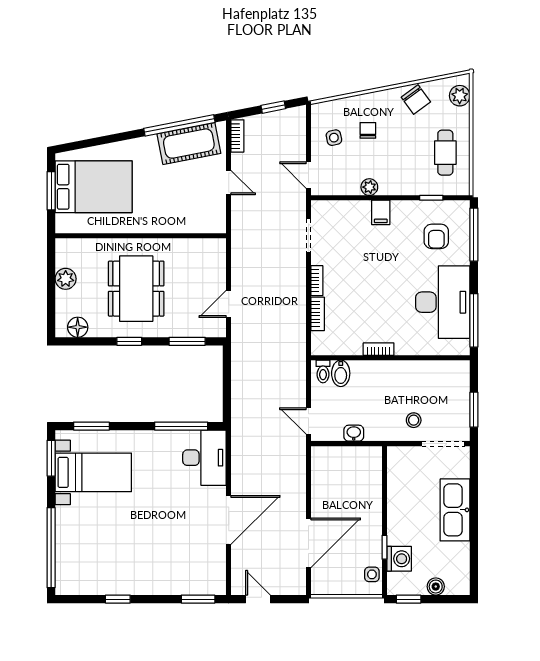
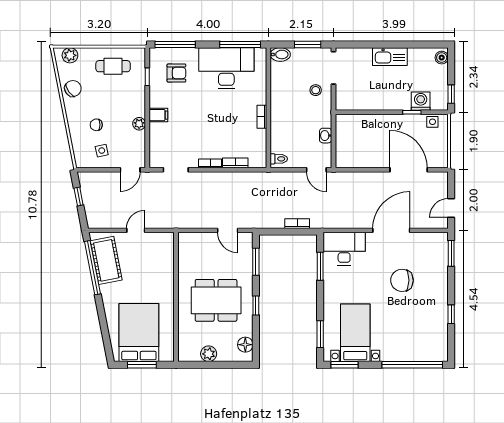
bookcase: (237, 136) -> (297, 224), moved
bidet: (341, 373) -> (280, 54), moved
door: (308, 421) -> (316, 170), hinge flipped
window: (181, 426) -> (320, 266), width x0.69
kitchen sink: (455, 510) -> (390, 57), width x0.73, depth x0.81
door: (229, 520) -> (391, 230), hinge flipped
chair: (163, 534) -> (402, 280), added
boiler: (436, 587) -> (442, 58), moved

